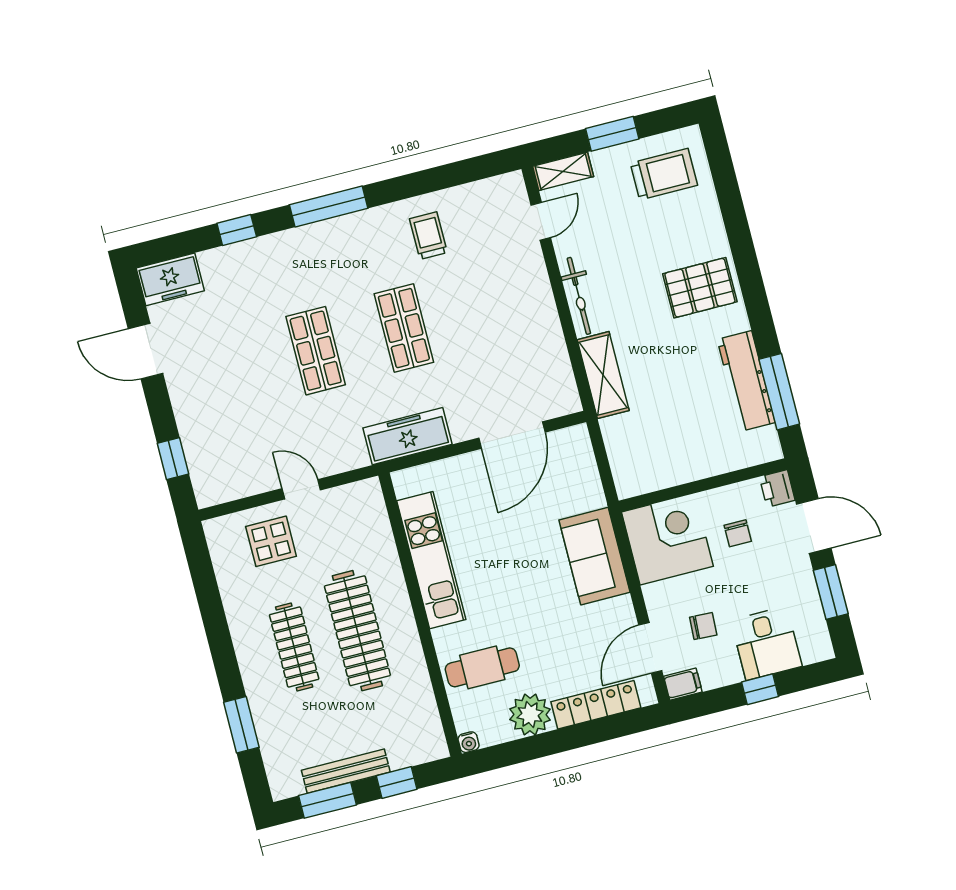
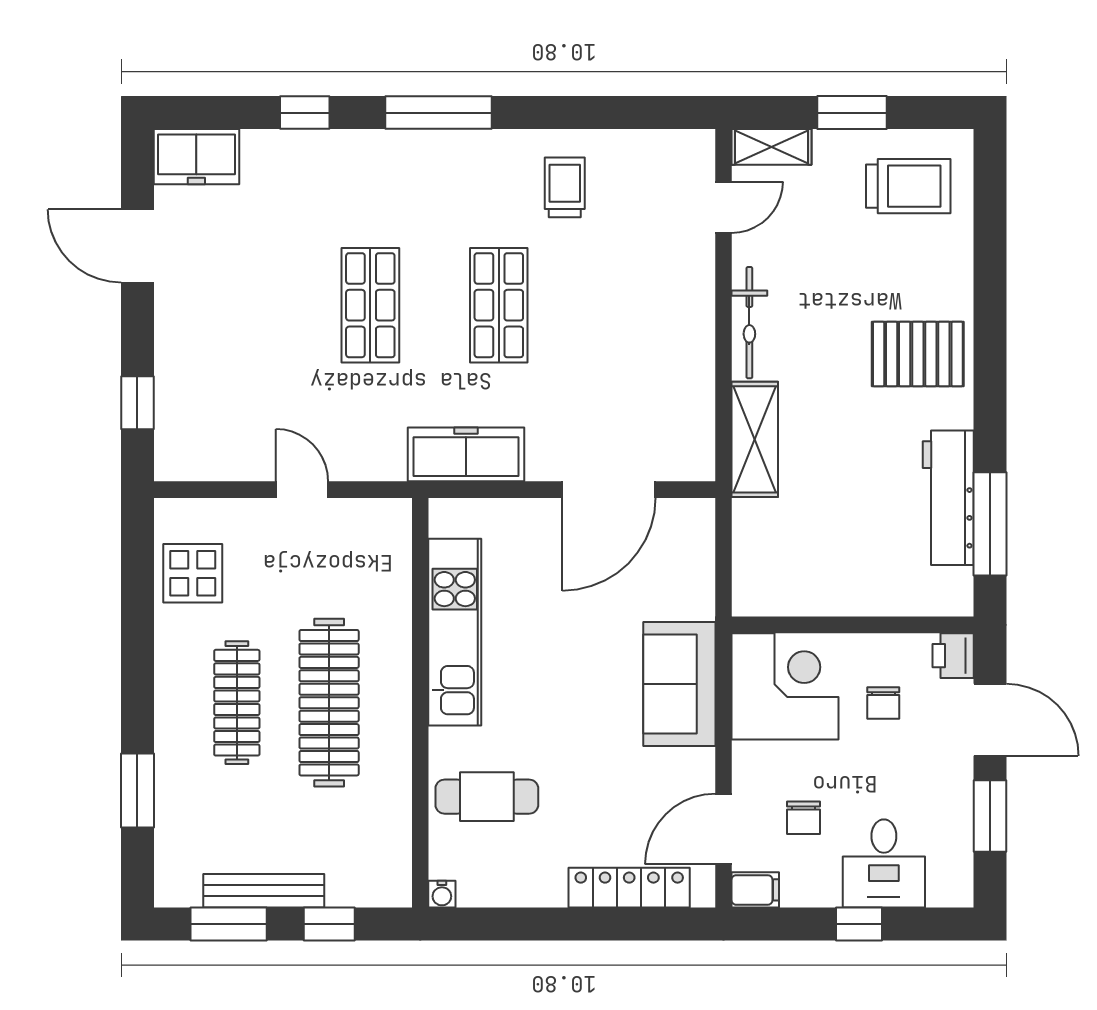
display table: (271, 541) -> (193, 573), moved
chair: (703, 626) -> (804, 818), turned 87
plant: (530, 714) -> (536, 878), removed

